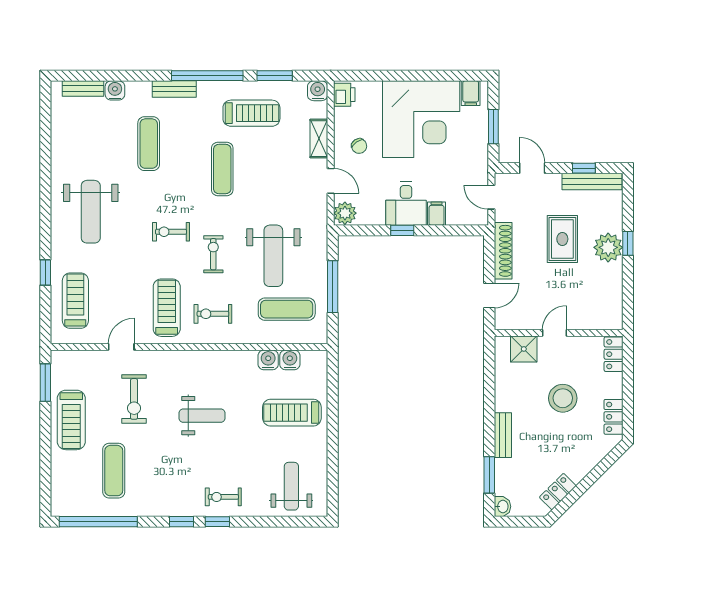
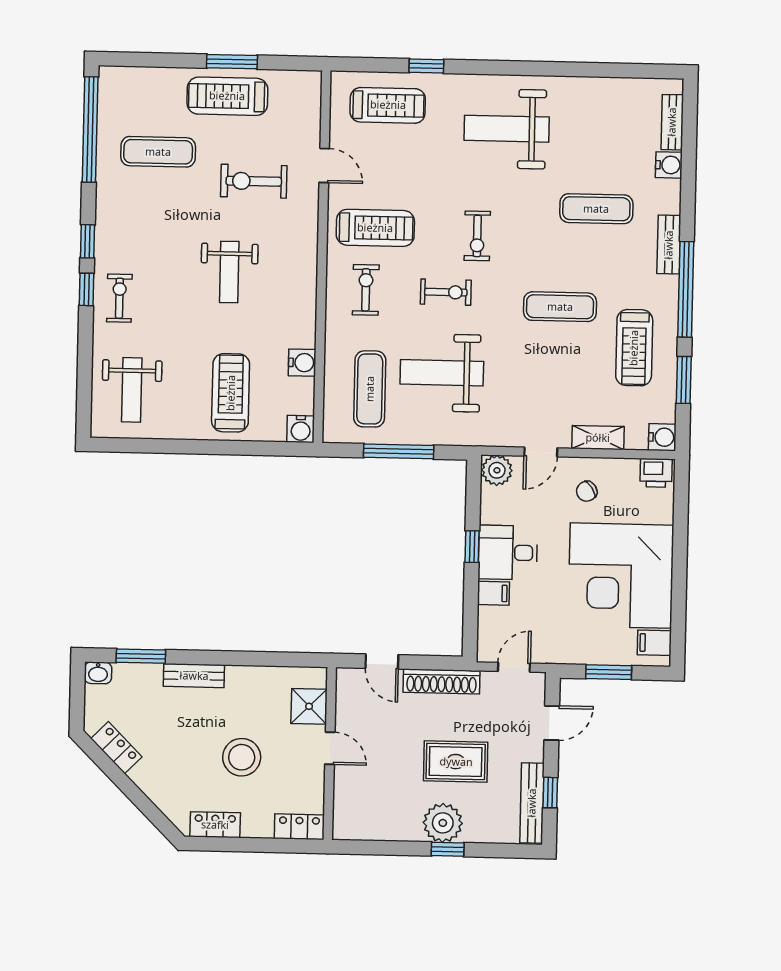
exercise bike: (171, 232) -> (477, 236), turned 180
water cooler: (290, 360) -> (301, 429), moved, turned 90
window: (45, 383) -> (232, 62), moved
weight bench: (291, 486) -> (132, 390), turned 90

